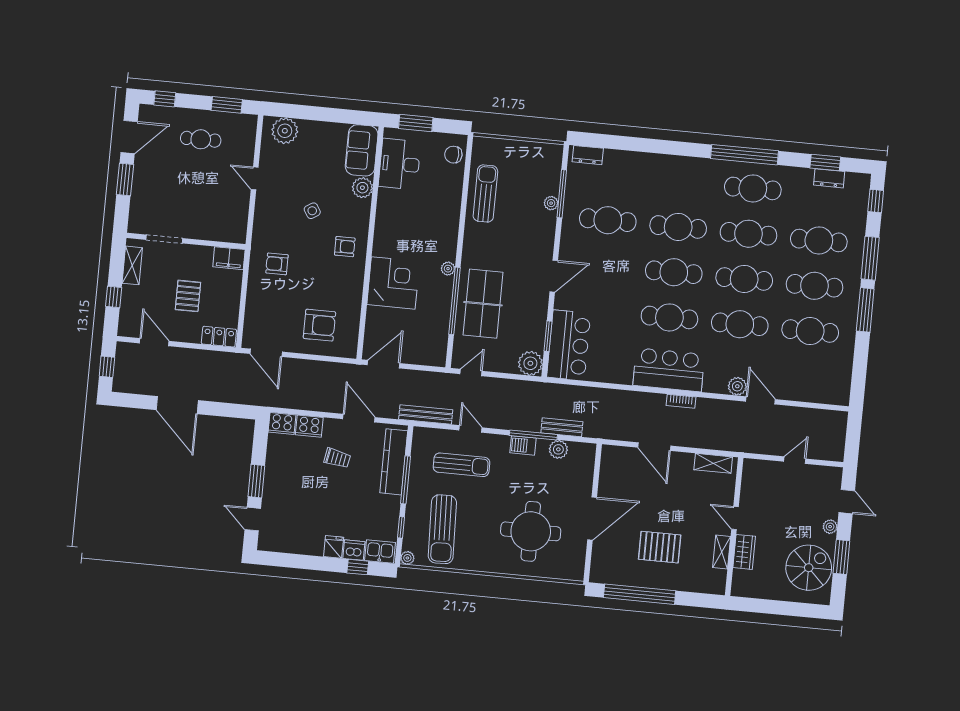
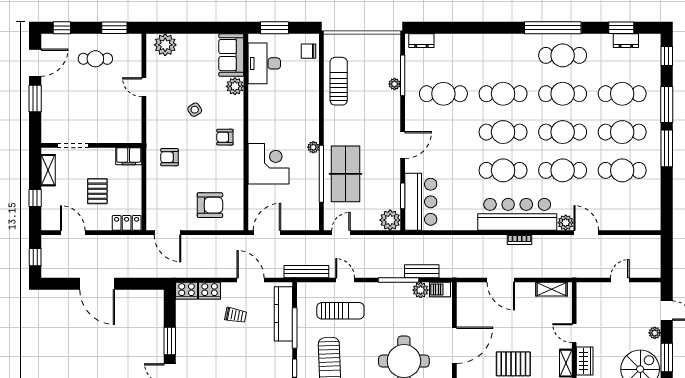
armchair: (345, 247) -> (225, 137), turned 180
bar counter: (669, 370) -> (517, 214), width x1.36
barbecue: (523, 445) -> (440, 290), moved

